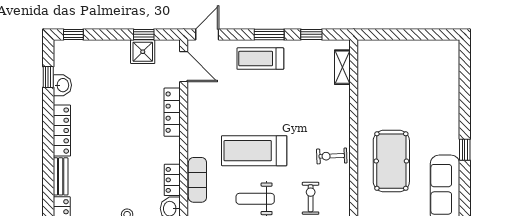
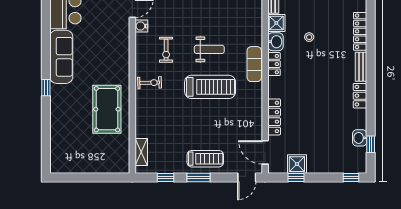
locker: (62, 131) -> (360, 96), width x0.66
pool table: (391, 161) -> (107, 109), moved

